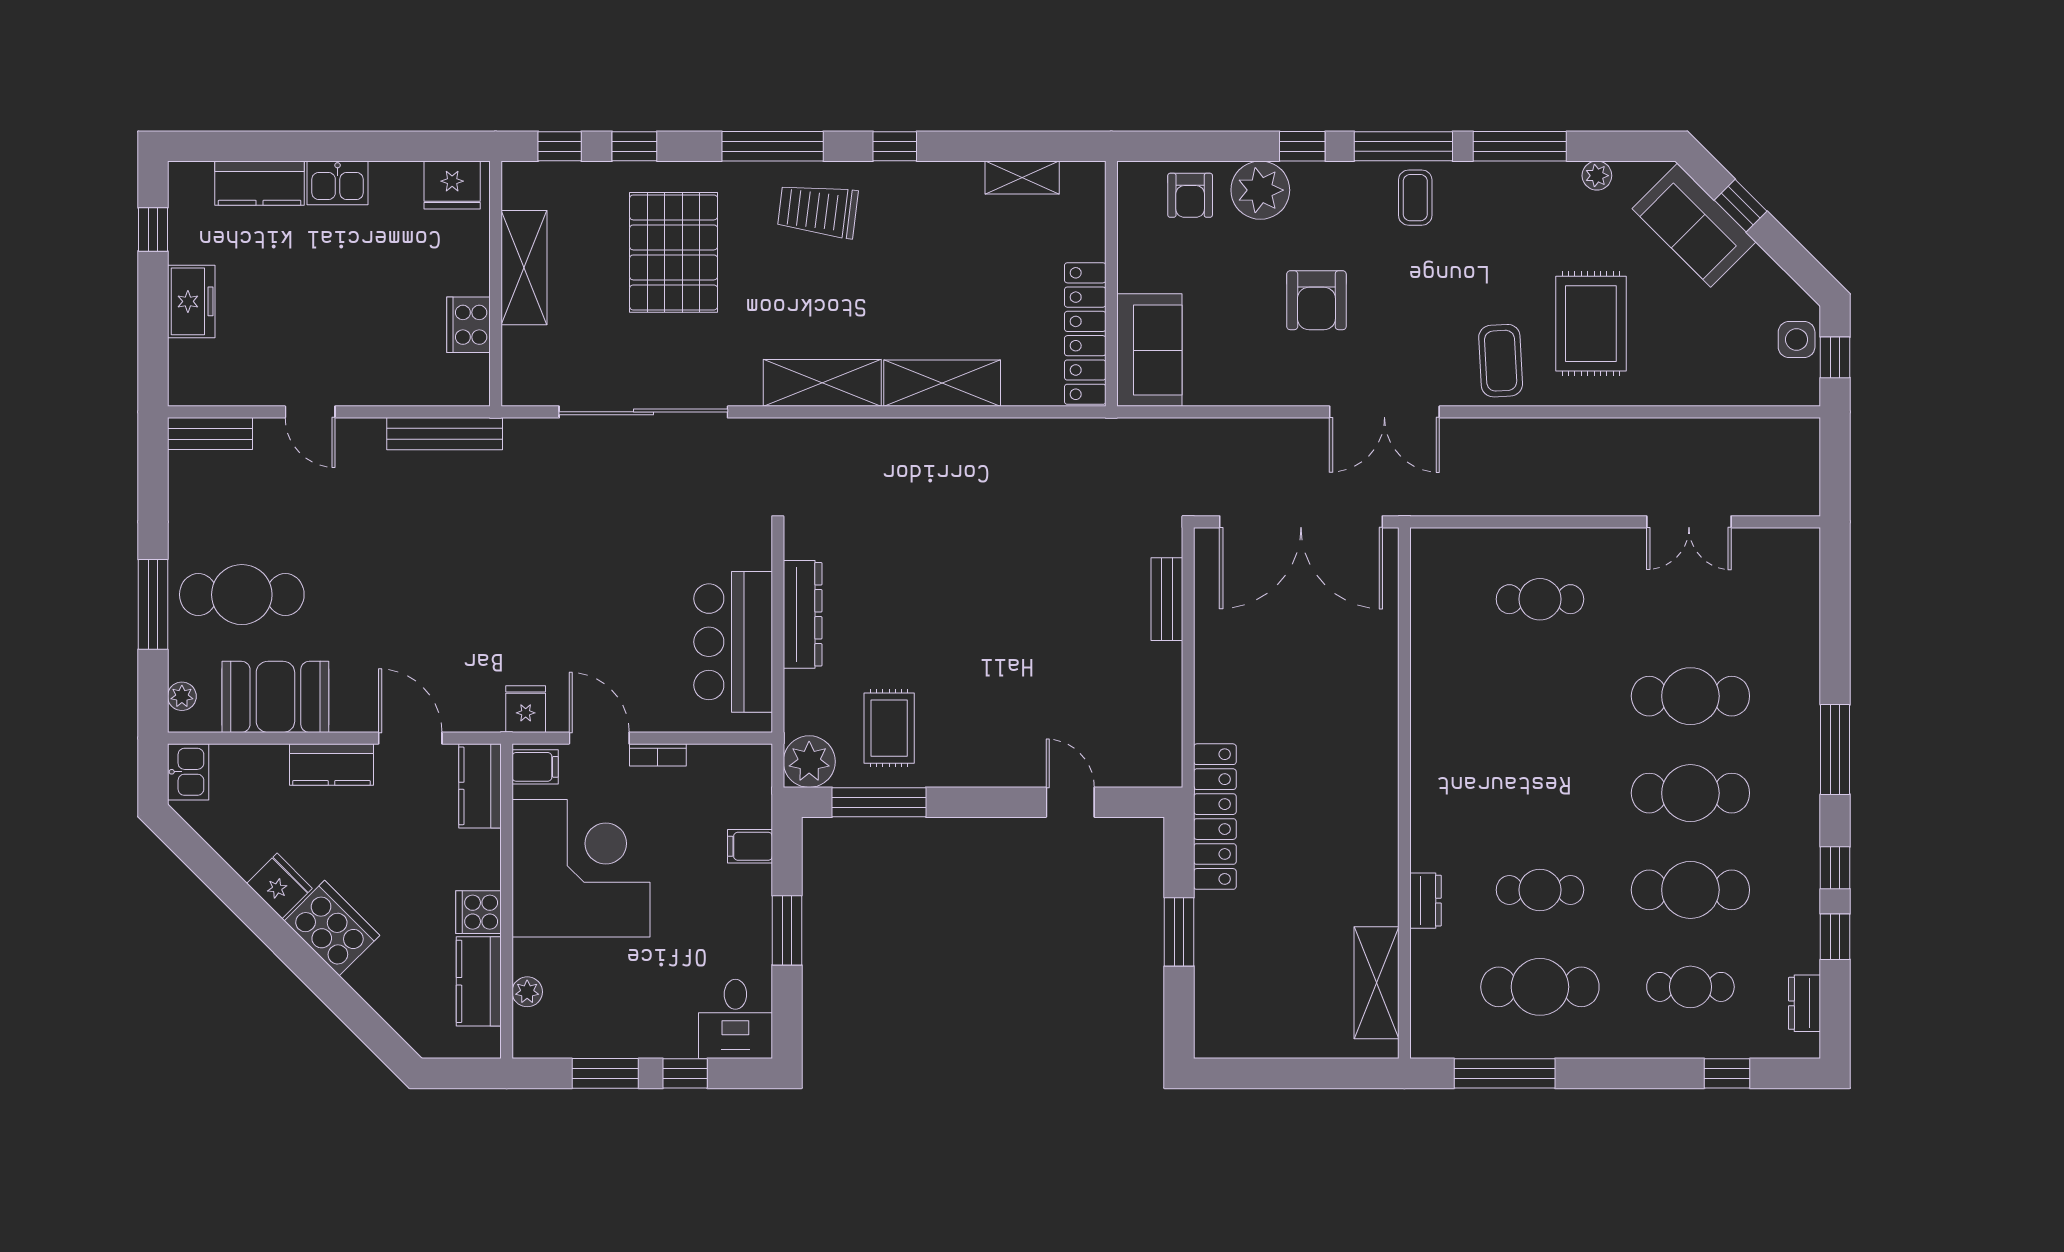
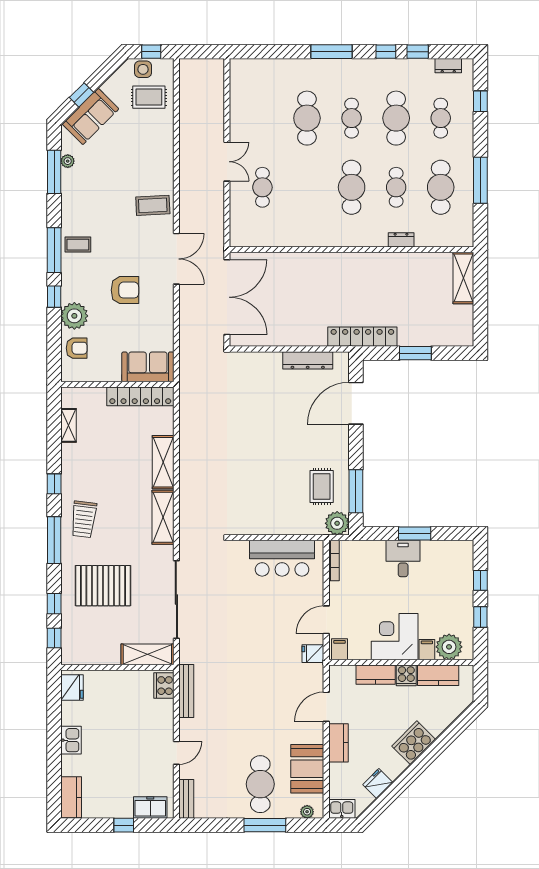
window: (1520, 146) -> (54, 172), moved
kitchen counter: (260, 183) -> (71, 797), moved
window: (153, 229) -> (124, 825), moved
shelving: (524, 268) -> (147, 654), moved
freezer: (191, 301) -> (150, 807), moved
rug: (1591, 324) -> (149, 97), moved, width x0.73, depth x0.70
cooker: (468, 325) -> (164, 686), moved, turned 90
double door: (1689, 522) -> (227, 162), moved
bench: (1167, 599) -> (262, 359), removed
dresser: (803, 614) -> (308, 360), moved, turned 180
rug: (889, 728) -> (322, 487), turned 90
bookcase: (658, 755) -> (334, 561), moved, width x1.56
kitchen counter: (480, 786) -> (376, 675), moved
cafe table: (1540, 793) -> (352, 187), added
cafe table: (1690, 793) -> (352, 118), width x0.73, depth x0.74
door: (1070, 802) -> (356, 403), width x1.87
filing cabinet: (750, 846) -> (427, 650), moved, turned 180
corner desk: (581, 868) -> (395, 637), width x0.74, depth x0.74
fridge: (280, 886) -> (378, 783), moved
shelving: (1377, 983) -> (463, 278), moved, turned 90
plant: (527, 992) -> (449, 647), width x1.88, depth x1.88
desk: (735, 1019) -> (403, 559), moved, turned -90
window: (605, 1073) -> (480, 617), width x0.67
window: (1505, 1073) -> (480, 180), moved

